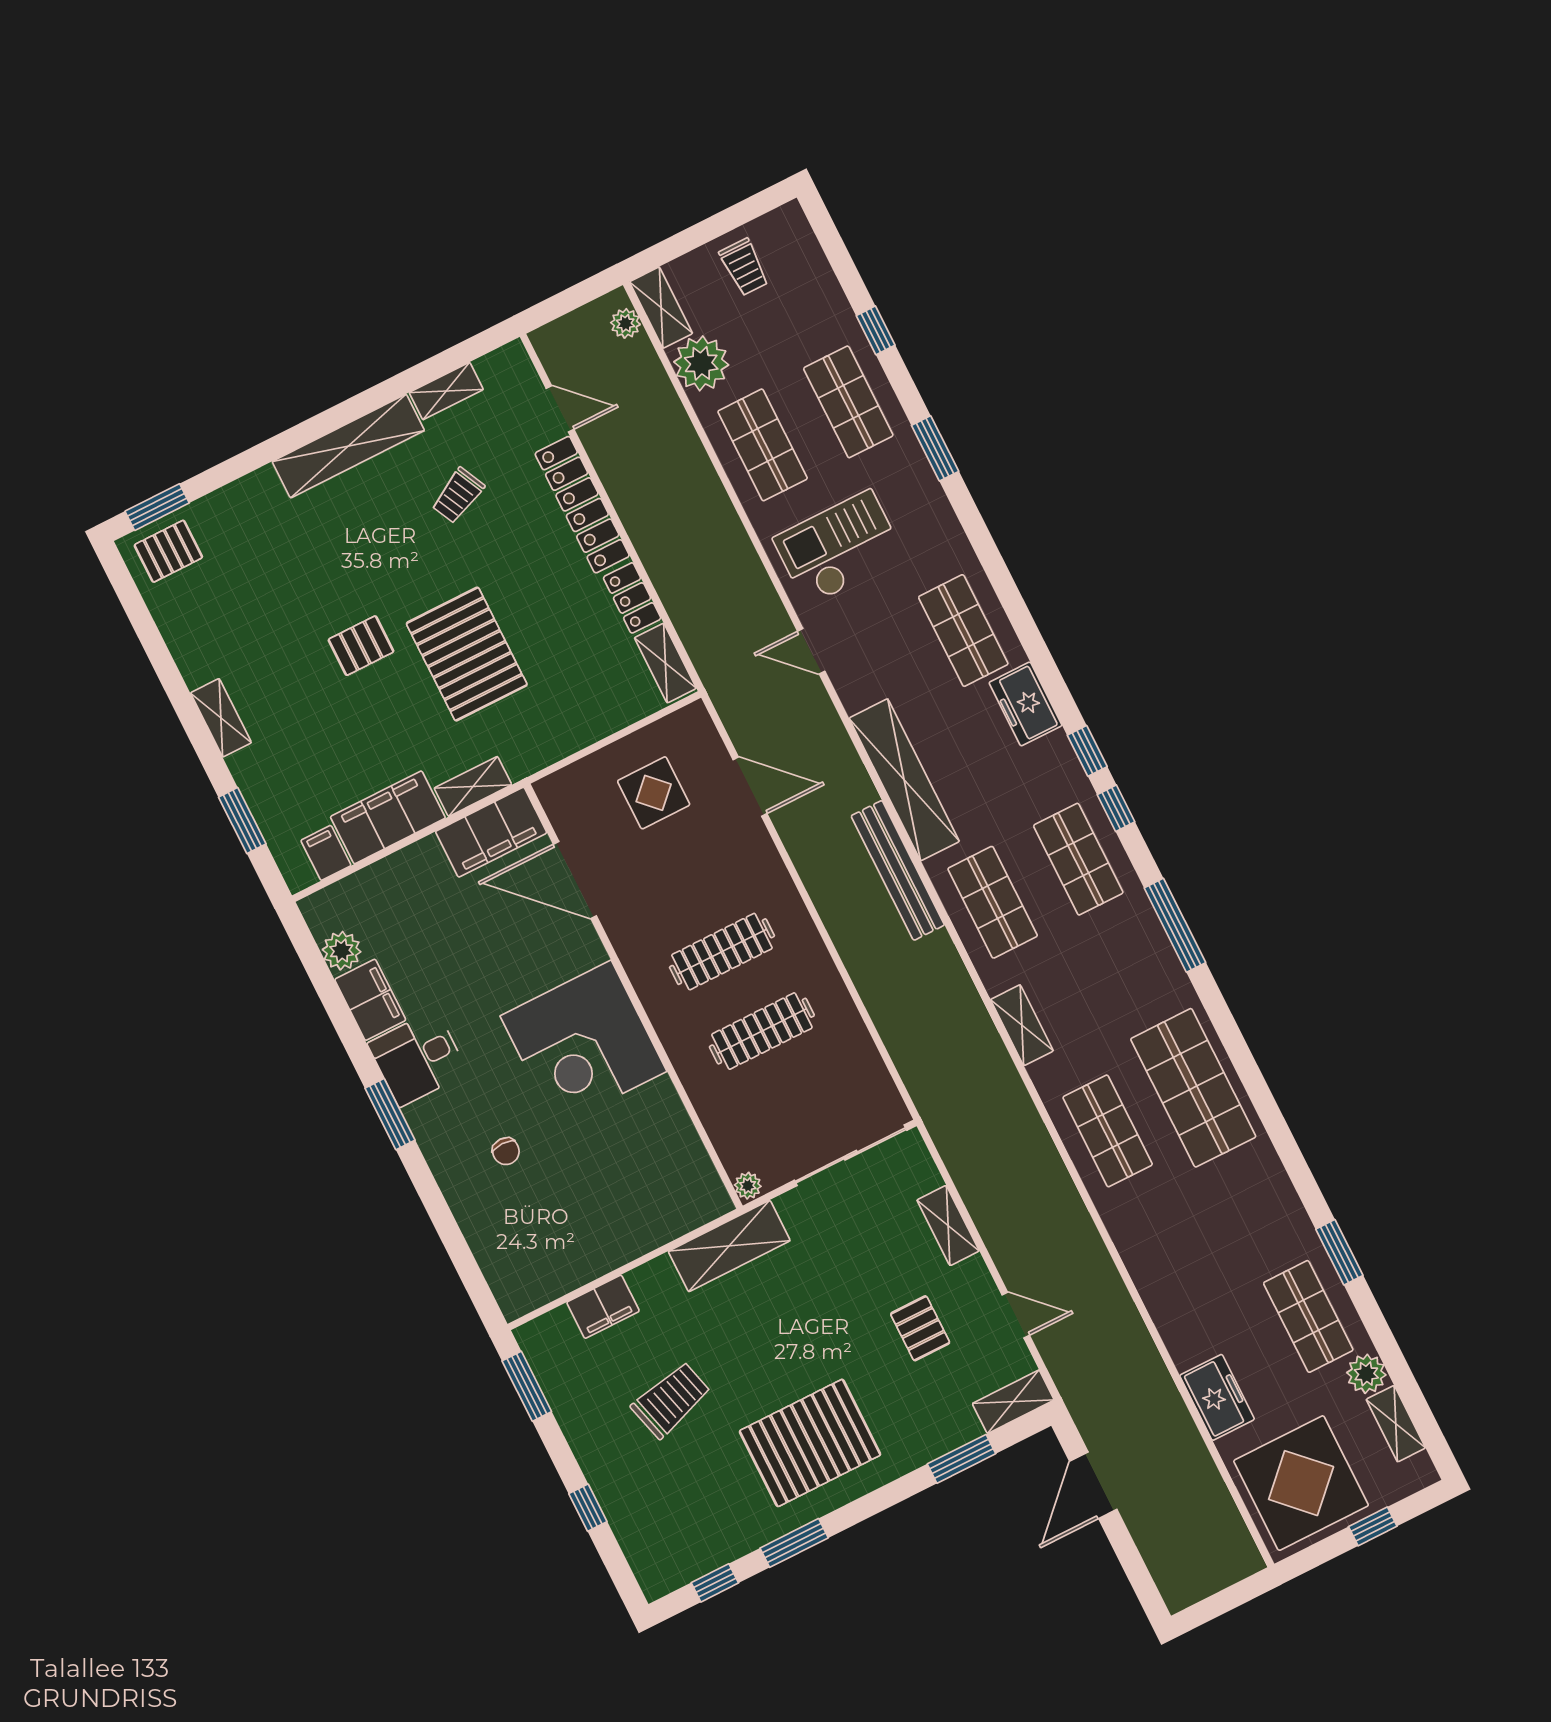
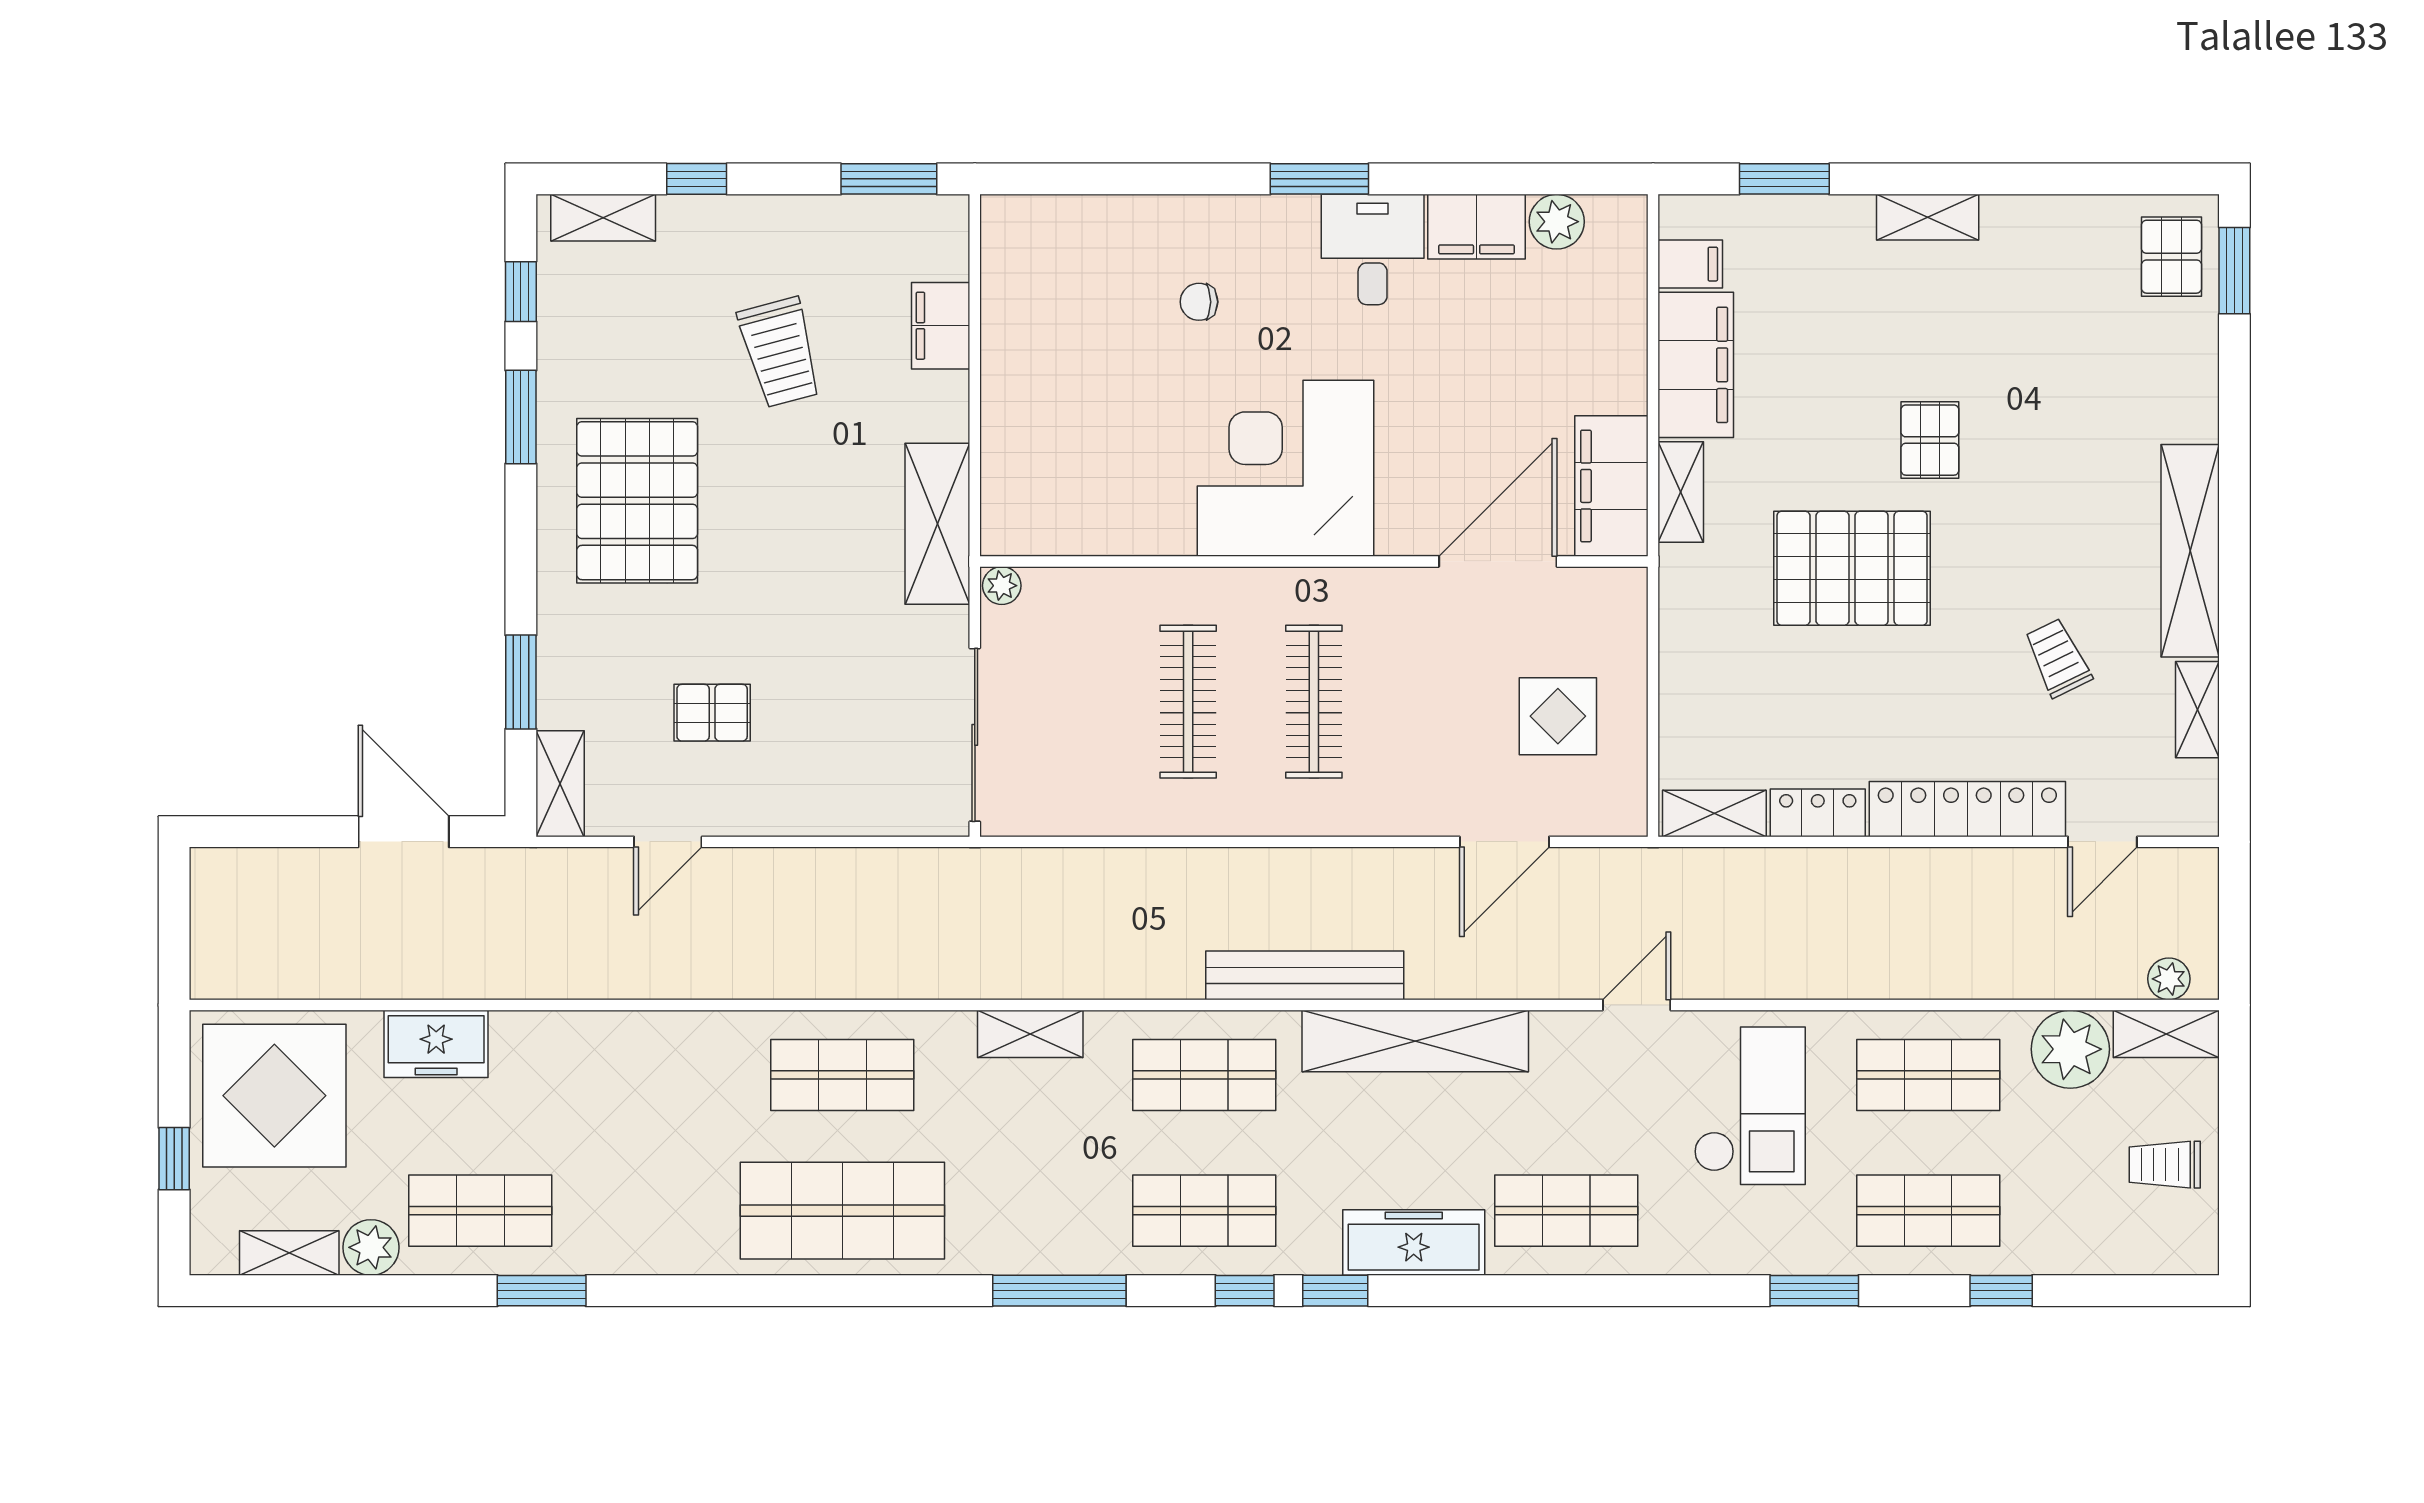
freezer: (1025, 704) -> (1414, 1242), width x1.40
shelving: (948, 1225) -> (603, 218), moved

